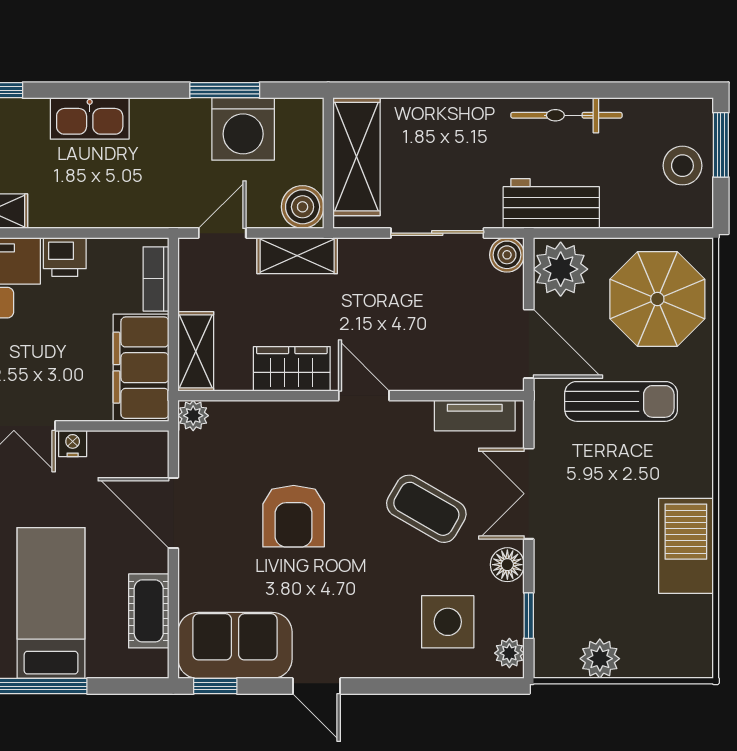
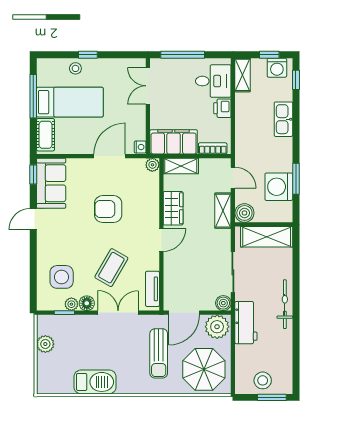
bicycle: (566, 115) -> (285, 304), moved
nightstand: (73, 444) -> (140, 147), moved
cot: (149, 611) -> (45, 135), moved, turned 90
plant: (509, 653) -> (71, 304), moved

